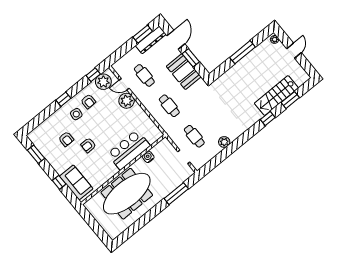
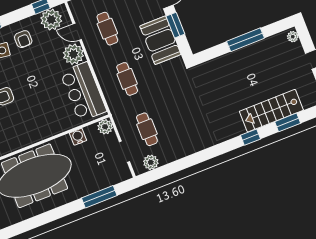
plant: (224, 142) -> (151, 162), moved
plant: (165, 144) -> (105, 127), added
bar counter: (129, 150) -> (83, 92), moved, turned -90

